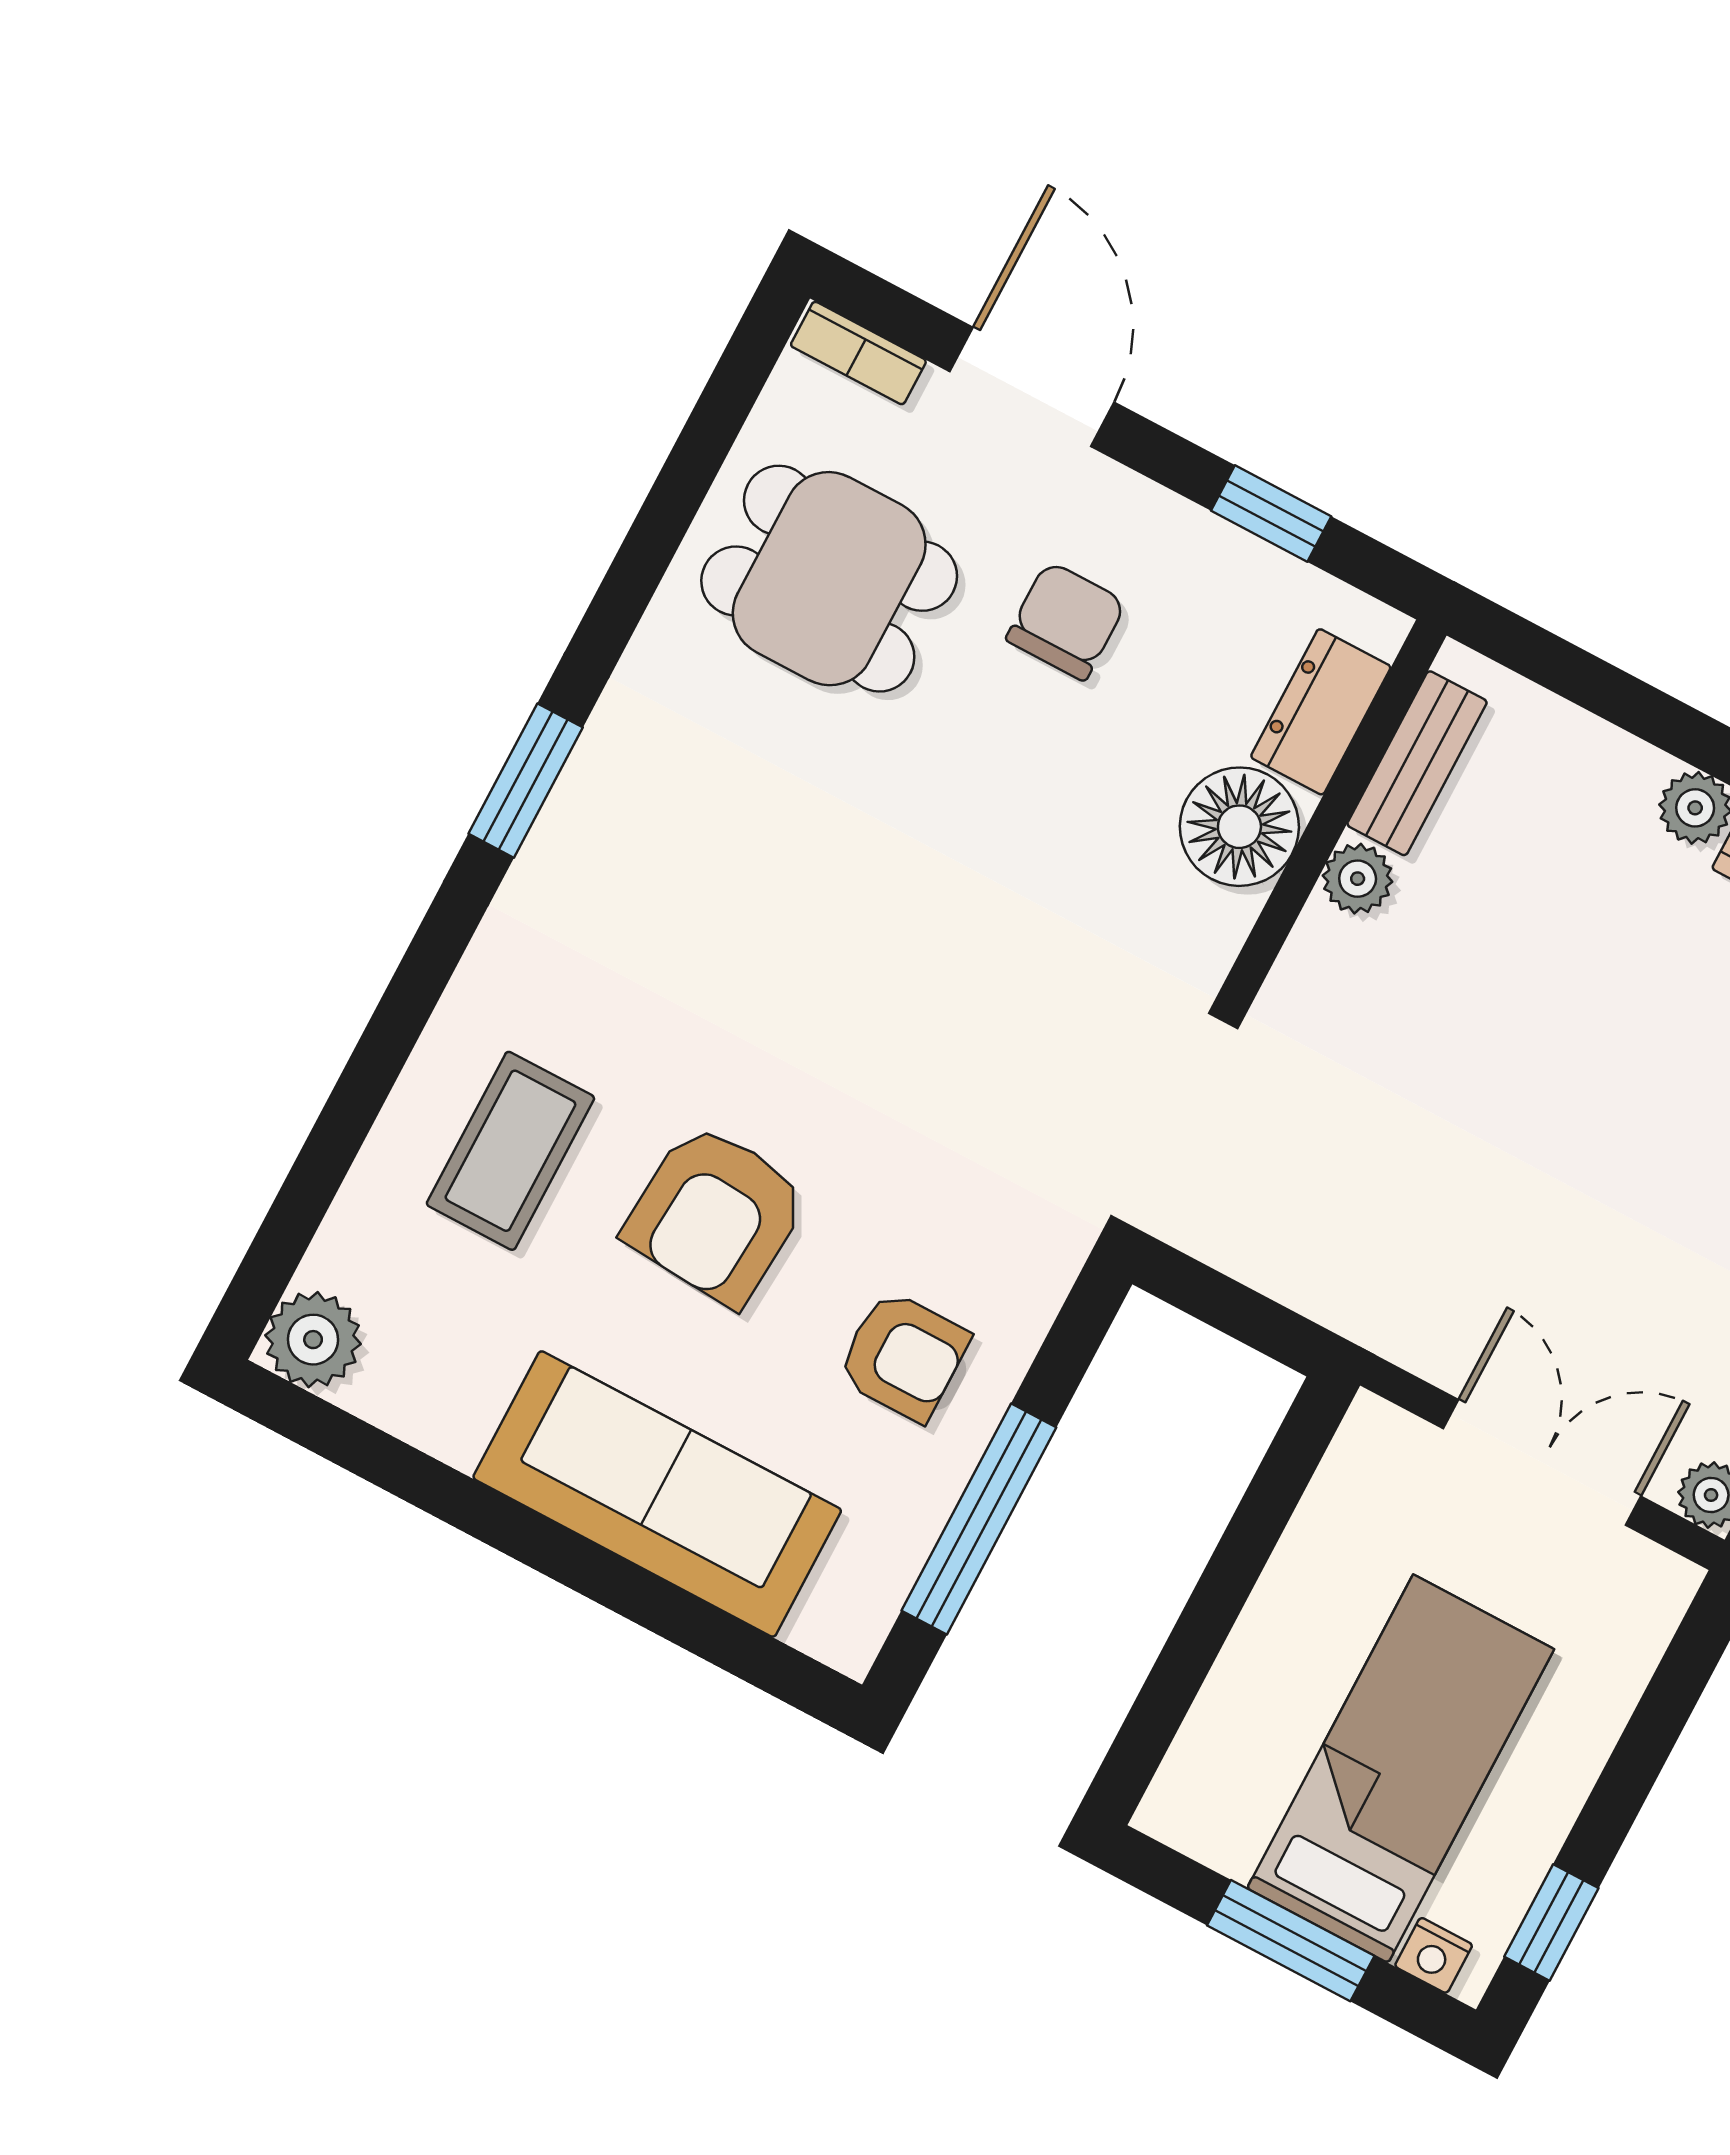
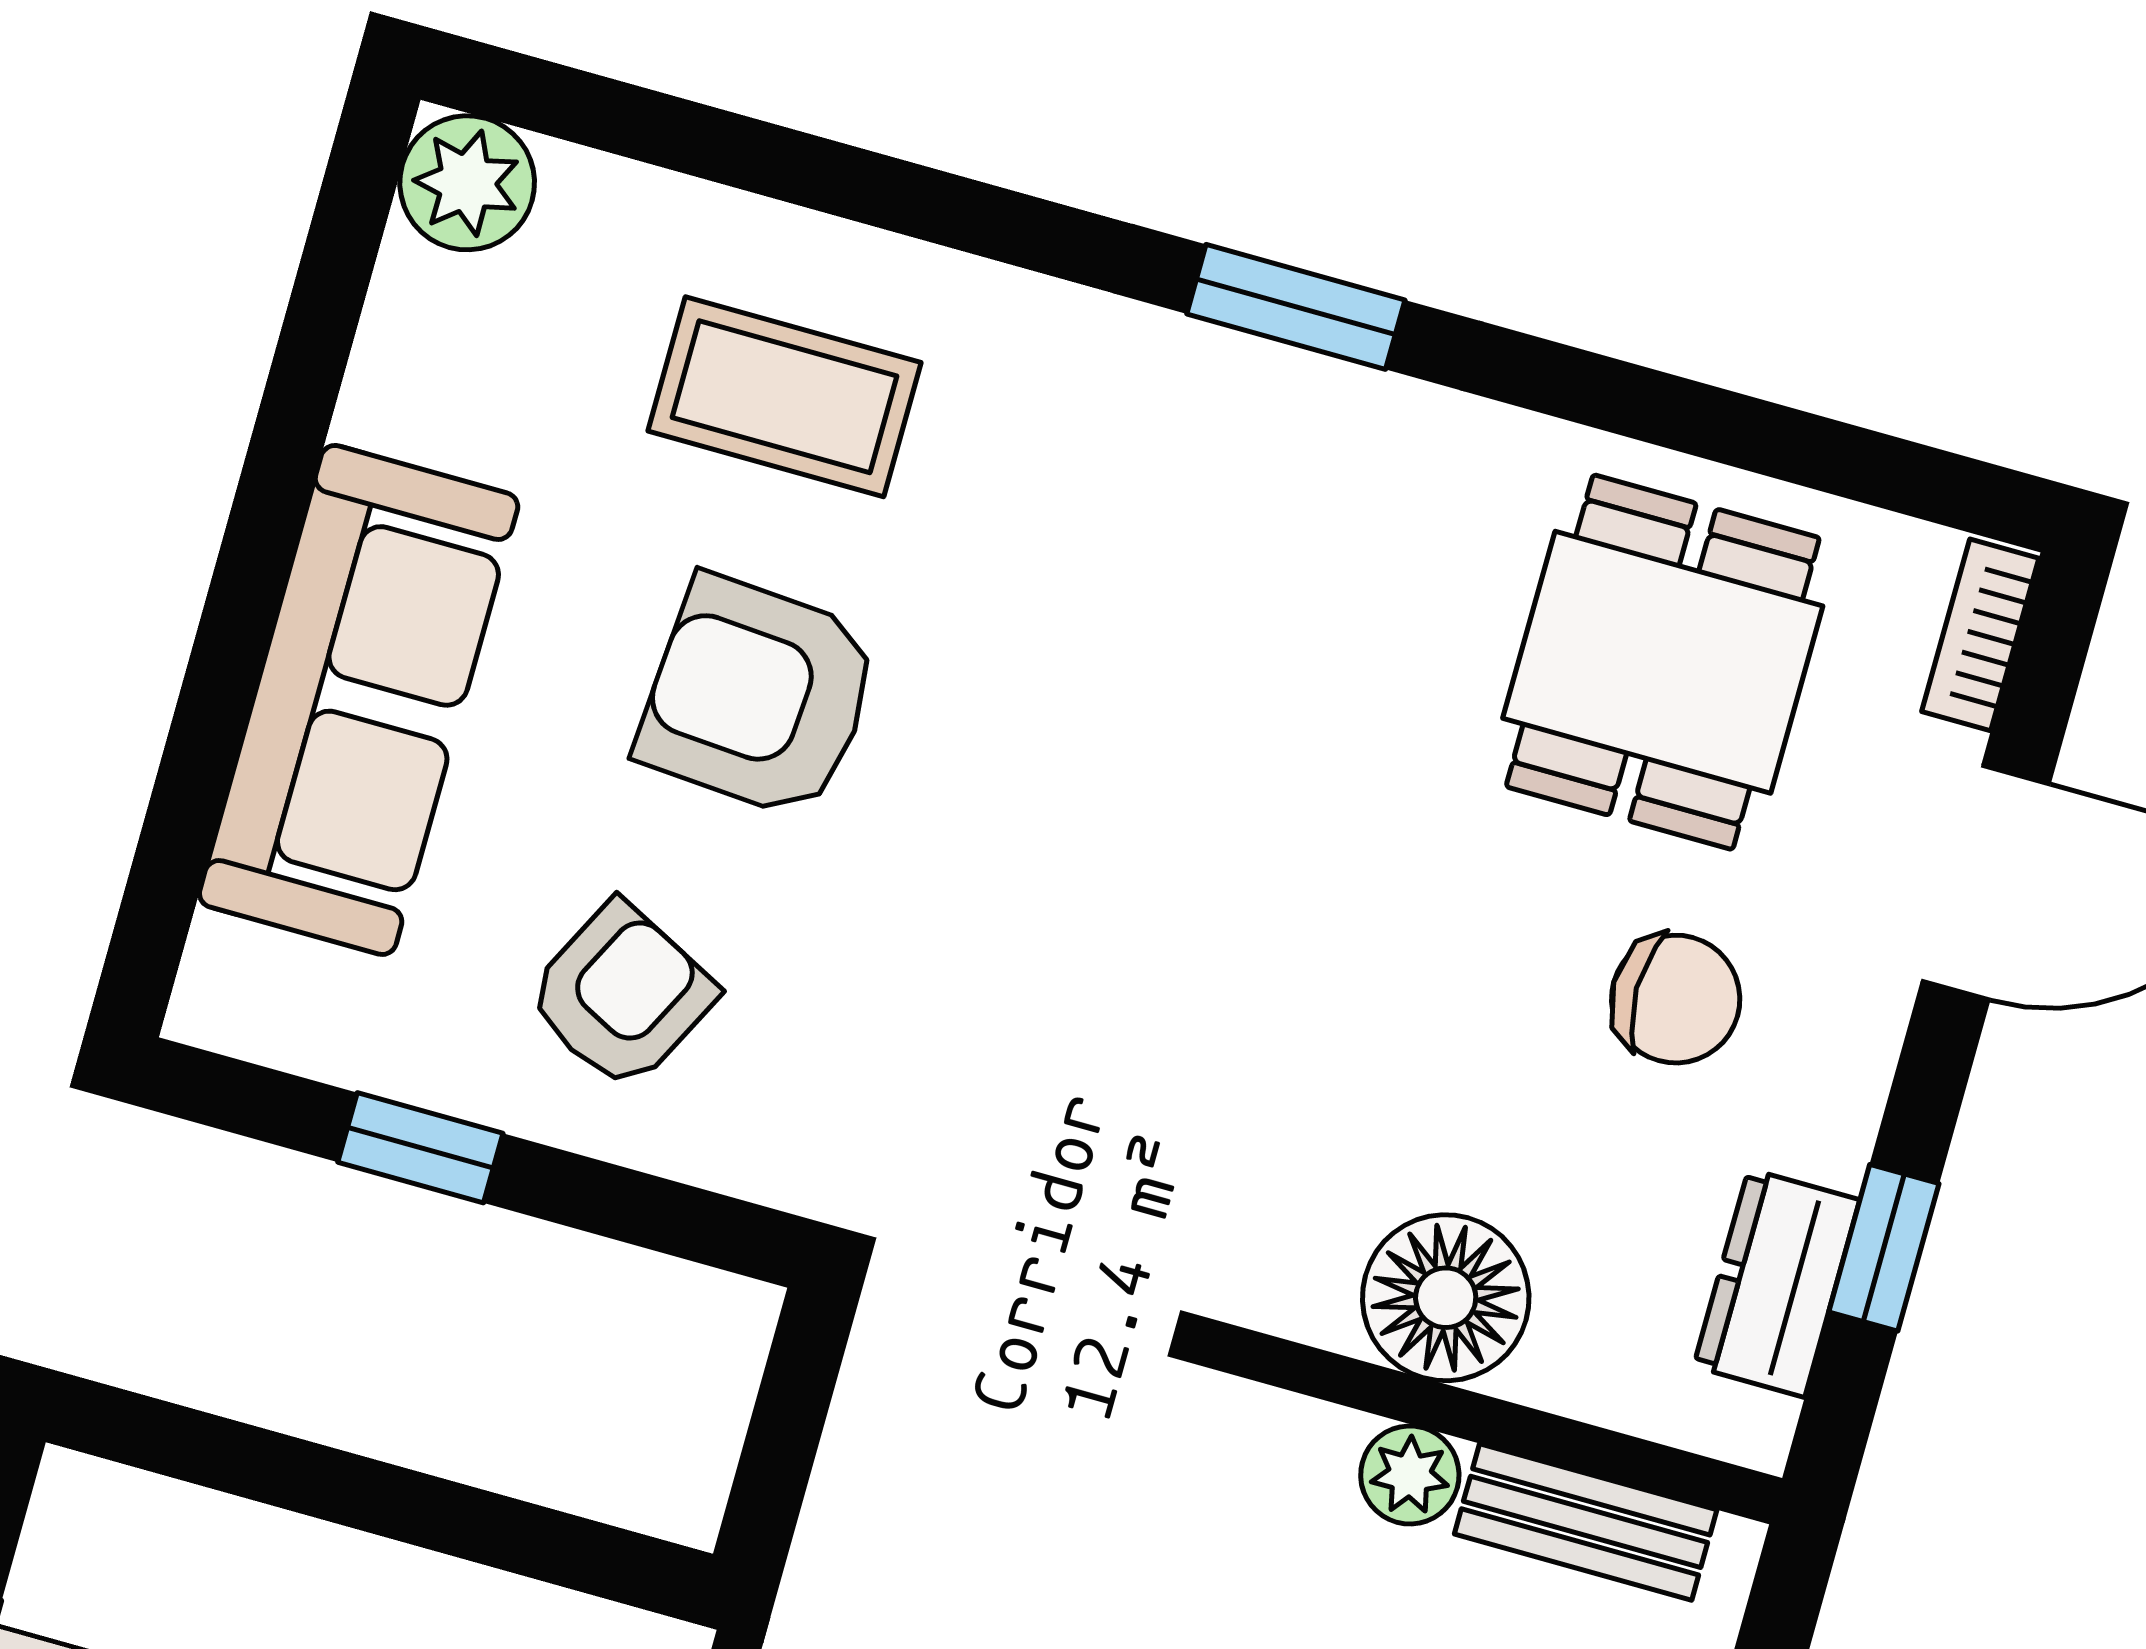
dresser: (1321, 712) -> (1777, 1283), moved, turned -90
armchair: (903, 1356) -> (621, 996), turned -153
window: (979, 1519) -> (420, 1148), width x0.46

